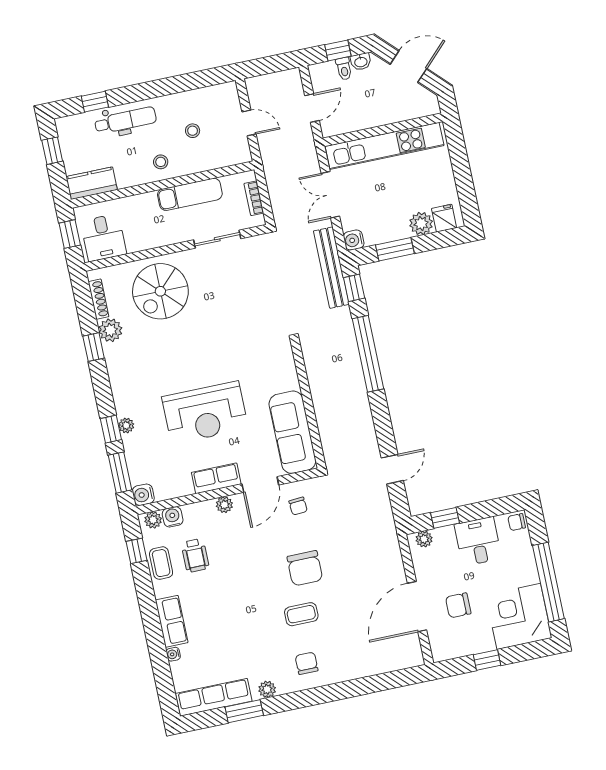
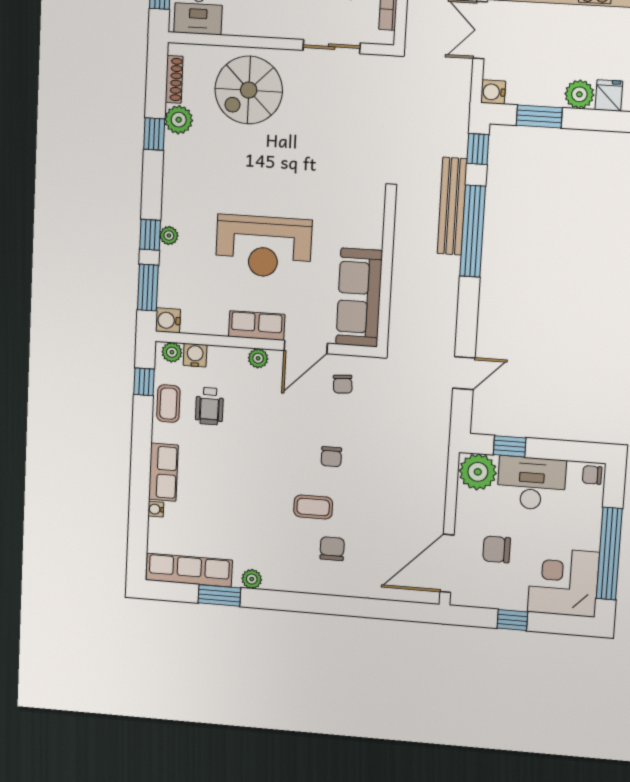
bench: (331, 268) -> (452, 206), moved
plant: (424, 539) -> (478, 472), width x1.87, depth x1.87
desk: (478, 541) -> (531, 483), width x1.37
chair: (305, 568) -> (331, 457), width x0.54, depth x0.54
door: (417, 607) -> (447, 563), moved
chair: (307, 663) -> (332, 549), moved

